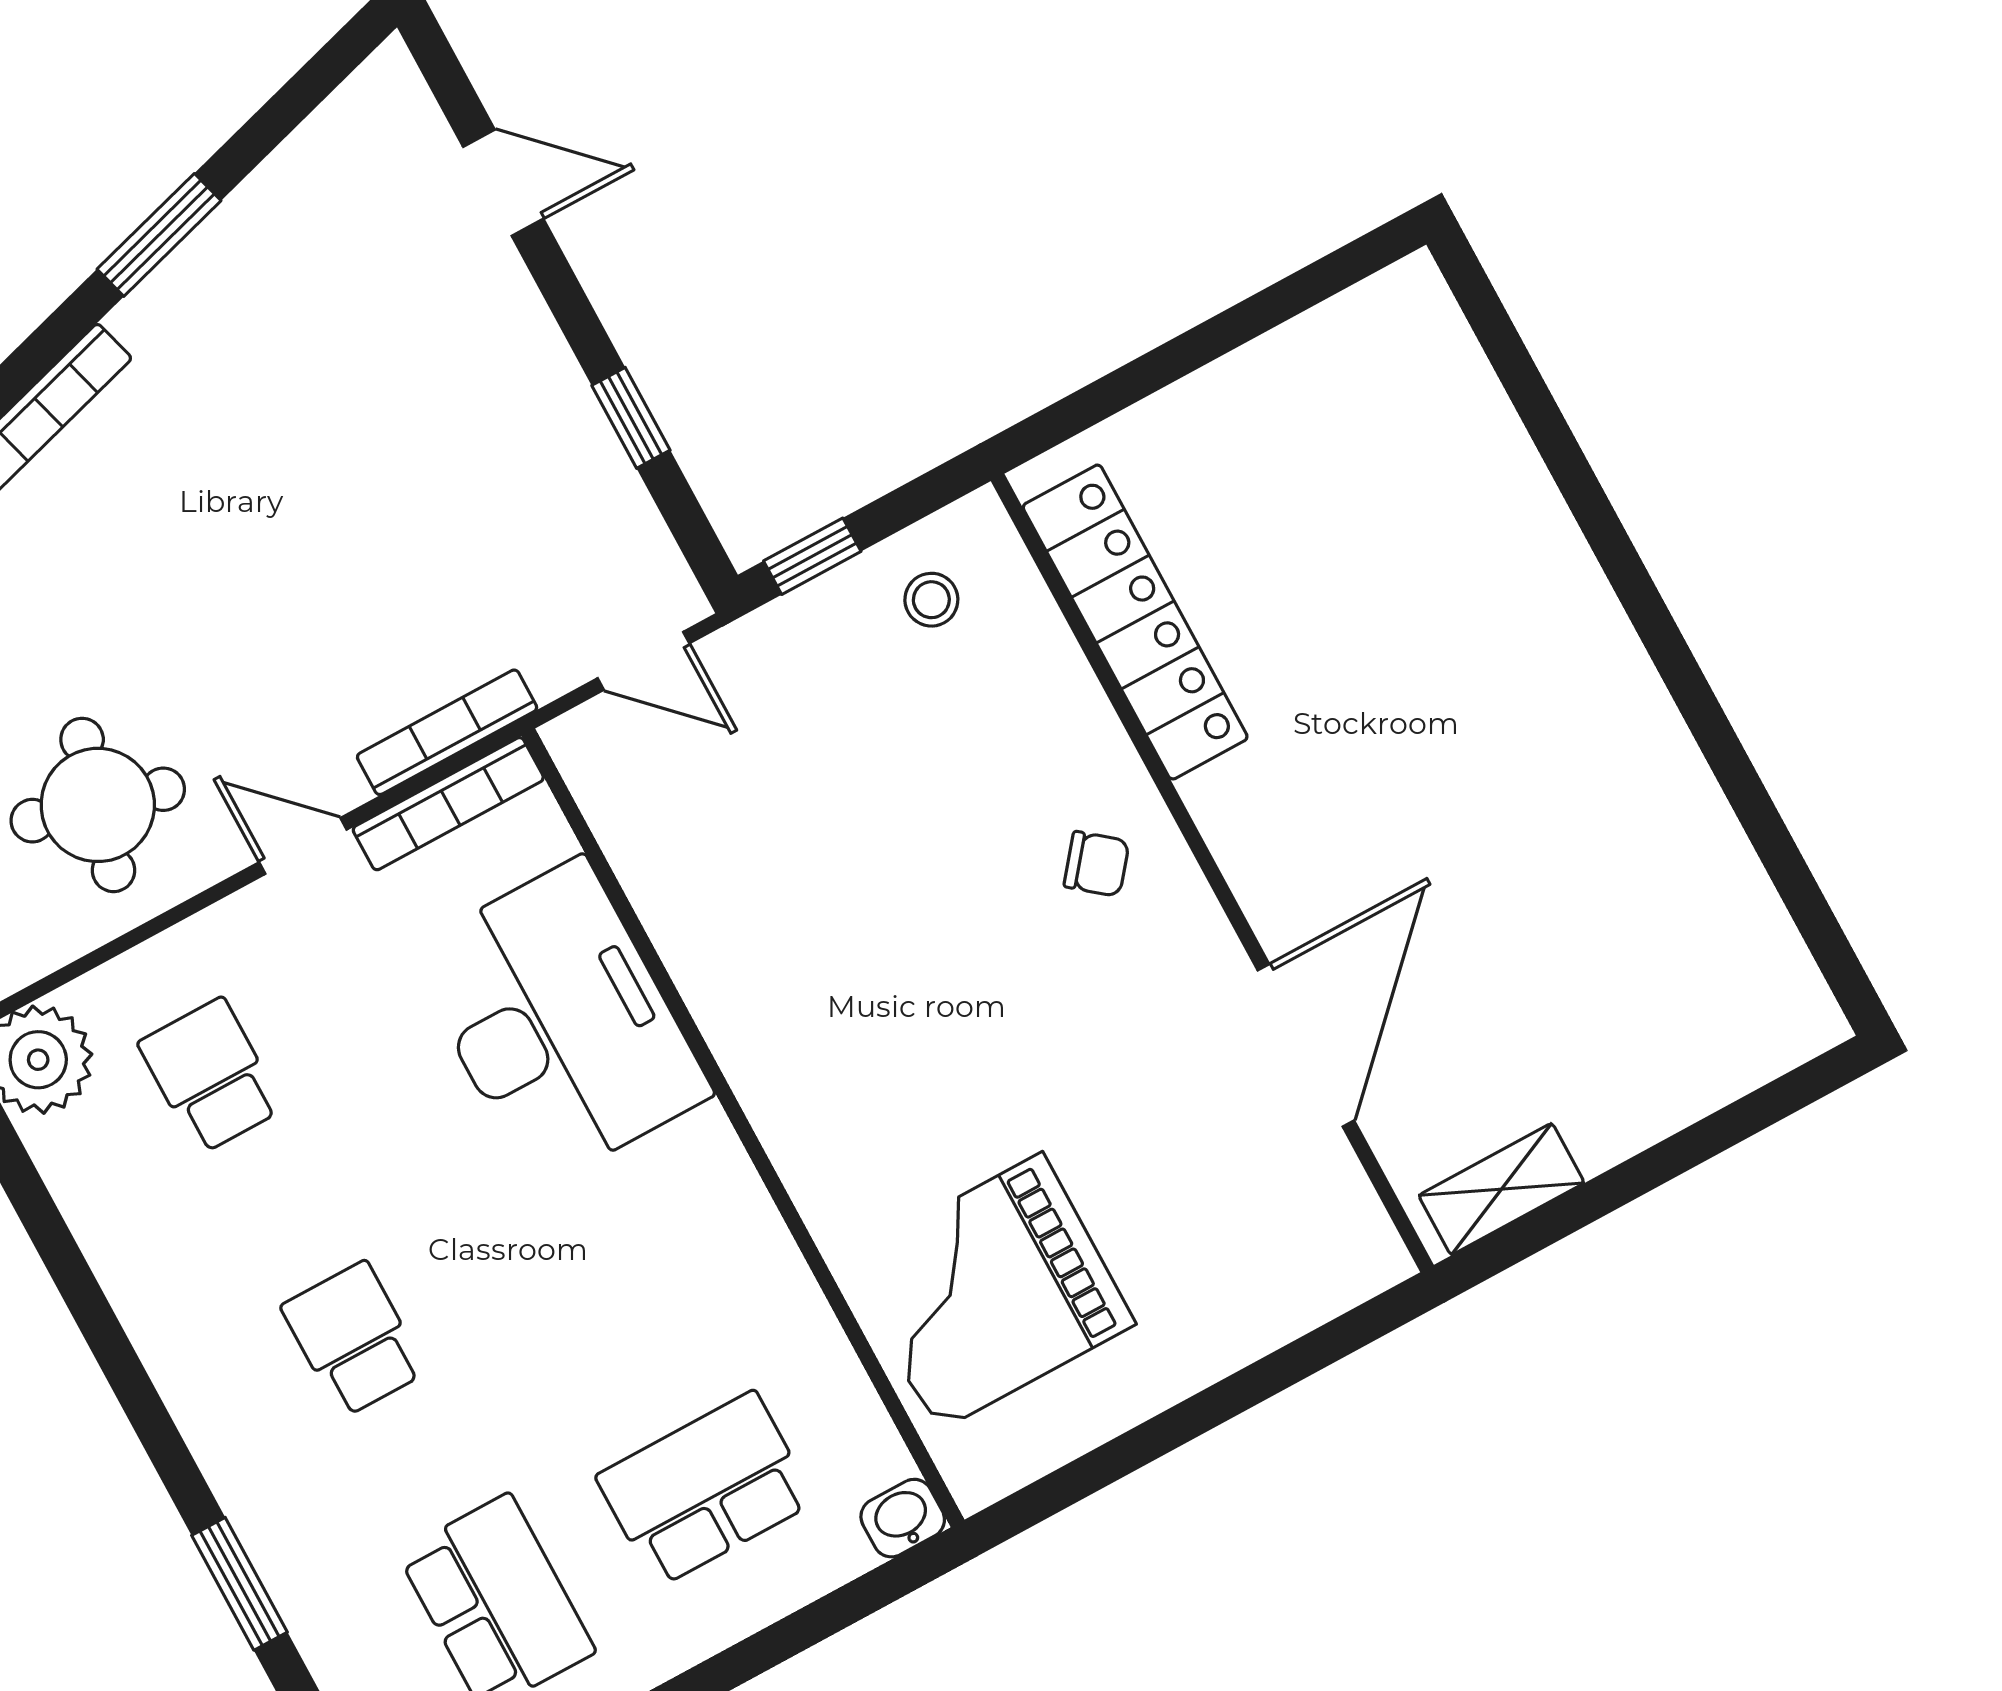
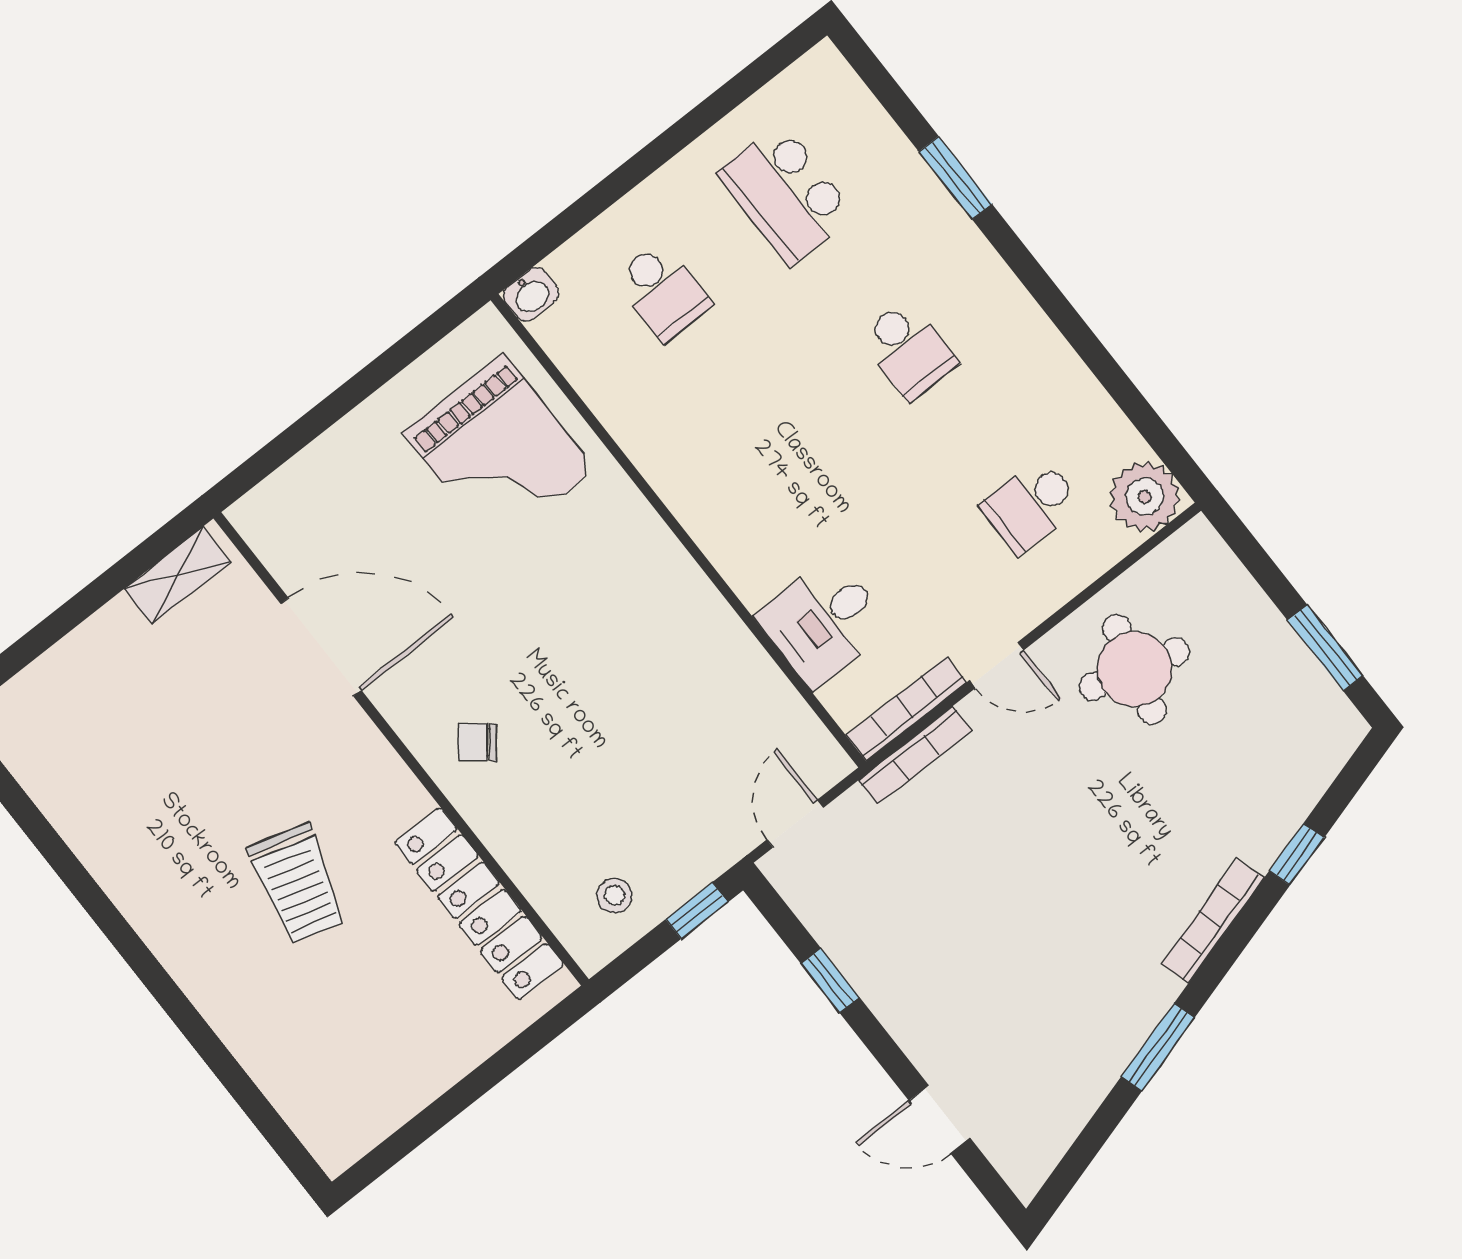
door: (644, 661) -> (795, 824), hinge flipped
trolley: (1401, 698) -> (298, 884), added
desk: (560, 1023) -> (823, 622), width x0.53, depth x0.77
door: (1306, 1045) -> (321, 647), swing flipped
school desk: (211, 1076) -> (1031, 505), turned 90
grand piano: (990, 1292) -> (499, 451), turned 90
school desk: (705, 1489) -> (663, 291), width x0.54

